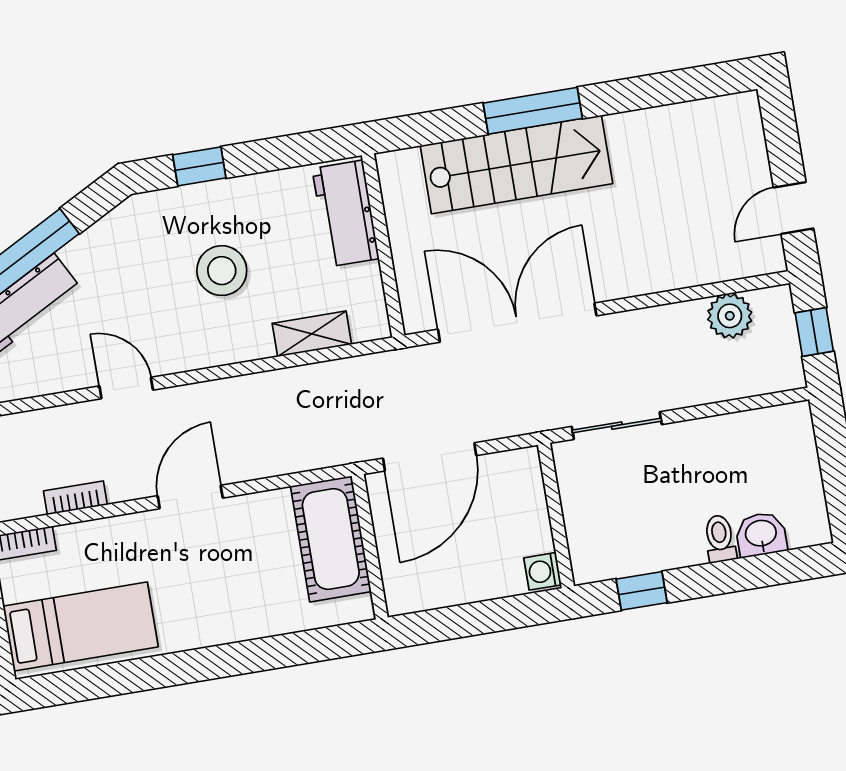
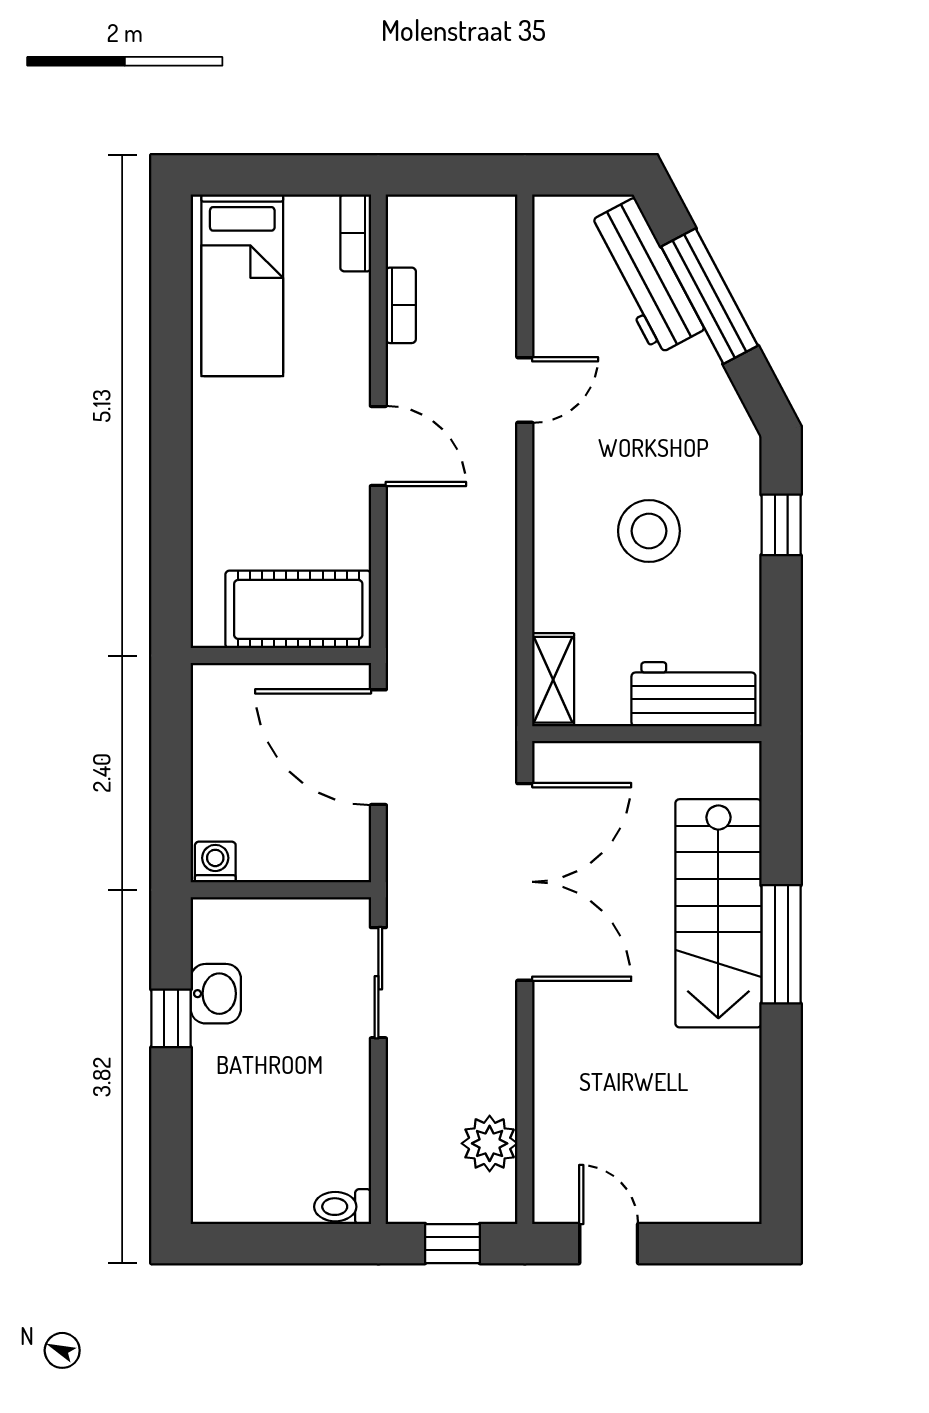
shelving: (312, 334) -> (553, 680), moved
washbasin: (761, 534) -> (216, 994), moved
toilet: (720, 539) -> (343, 1207), moved, turned 180
window: (642, 591) -> (171, 1018), moved

